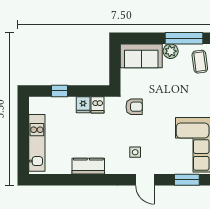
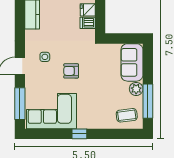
armchair: (134, 107) -> (71, 71), moved, turned 90
window: (187, 180) -> (20, 104), width x1.44

